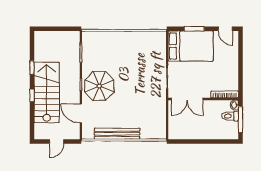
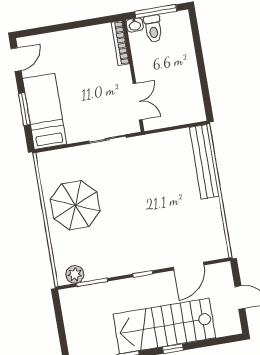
plant: (87, 43) -> (75, 274), added
bed: (191, 46) -> (45, 111), width x0.67
parasol: (99, 86) -> (75, 205), moved
double door: (187, 99) -> (138, 102), width x0.73
bench: (117, 134) -> (204, 162), moved

